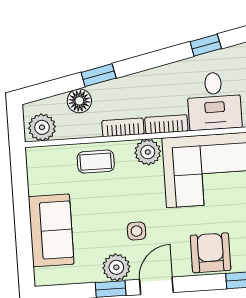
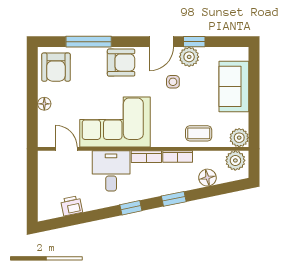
window: (206, 45) -> (131, 208), moved
window: (99, 75) -> (174, 199), moved
plant: (148, 152) -> (239, 138), moved
armchair: (211, 253) -> (121, 63), turned -90

